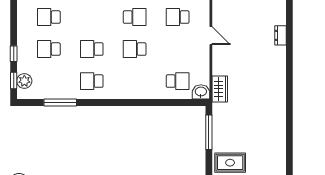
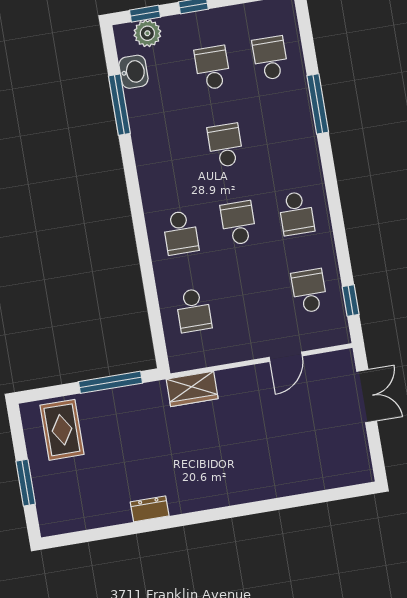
dresser: (280, 35) -> (150, 509), moved
school desk: (92, 81) -> (181, 233), moved, turned 180
washbasin: (201, 92) -> (133, 72), moved

